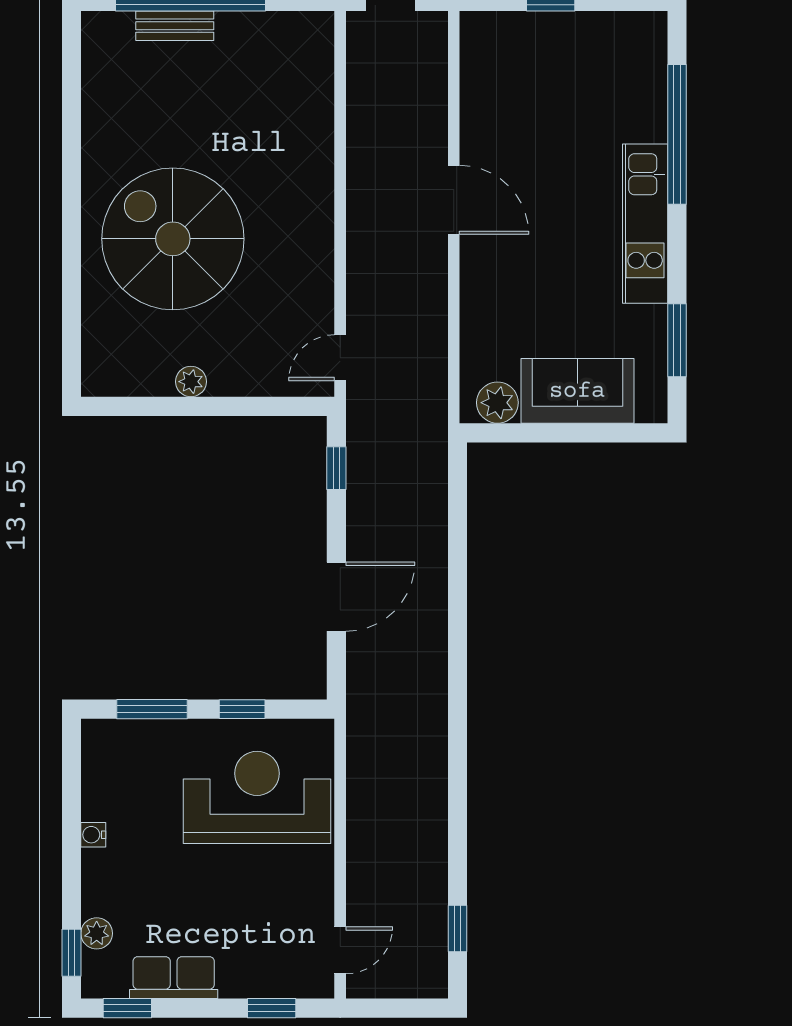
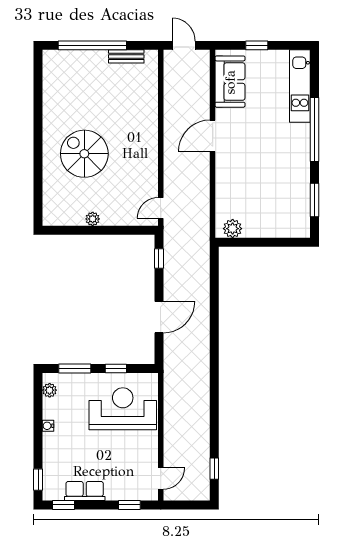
bench: (175, 26) -> (126, 56), moved
window: (677, 134) -> (314, 130), moved
door: (454, 200) -> (213, 136), swing flipped
kitchen unit: (645, 224) -> (300, 86), moved
spiral stairs: (173, 239) -> (84, 154), width x0.73, depth x0.73
sofa: (577, 391) -> (230, 82), moved, turned 90
plant: (97, 933) -> (50, 390), moved

